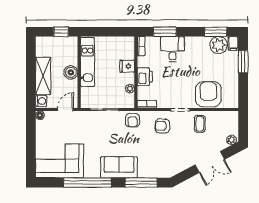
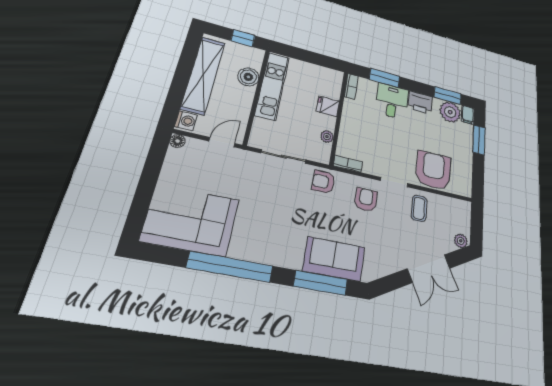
boiler: (71, 72) -> (248, 77), moved
shelving: (43, 76) -> (203, 75), width x1.47
printer: (145, 77) -> (420, 103), moved, turned 90
armchair: (133, 120) -> (323, 182), turned 90
armchair: (162, 126) -> (366, 200), turned 90
sofa: (119, 167) -> (334, 259), moved

